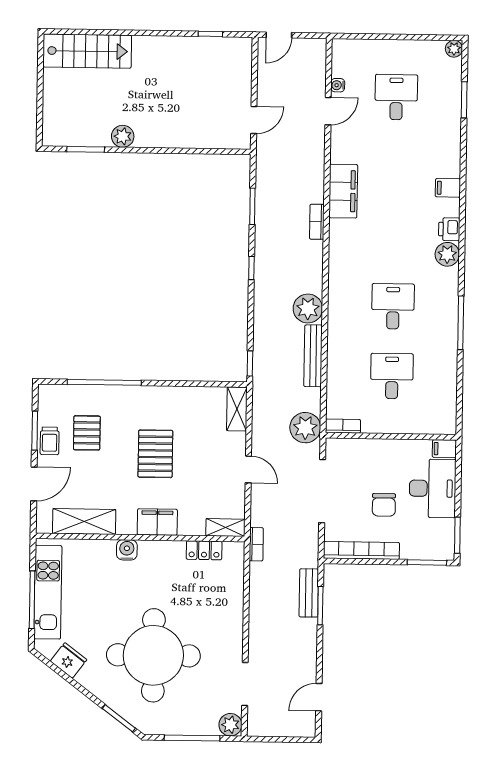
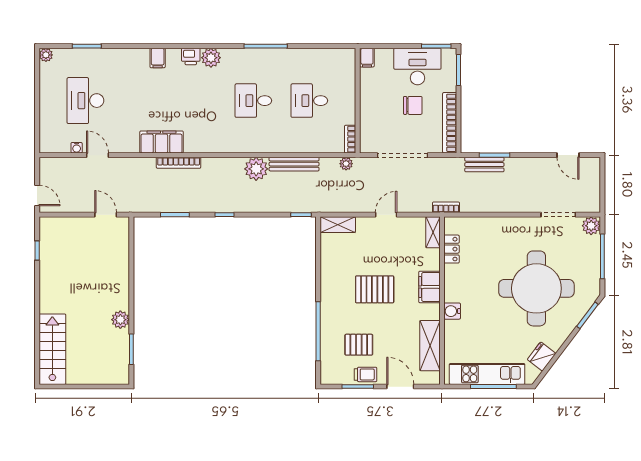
desk: (396, 97) -> (85, 101), width x1.37
bookcase: (317, 222) -> (179, 163), width x1.56
plant: (305, 428) -> (346, 164), width x0.53, depth x0.53
desk: (433, 488) -> (417, 66), moved

